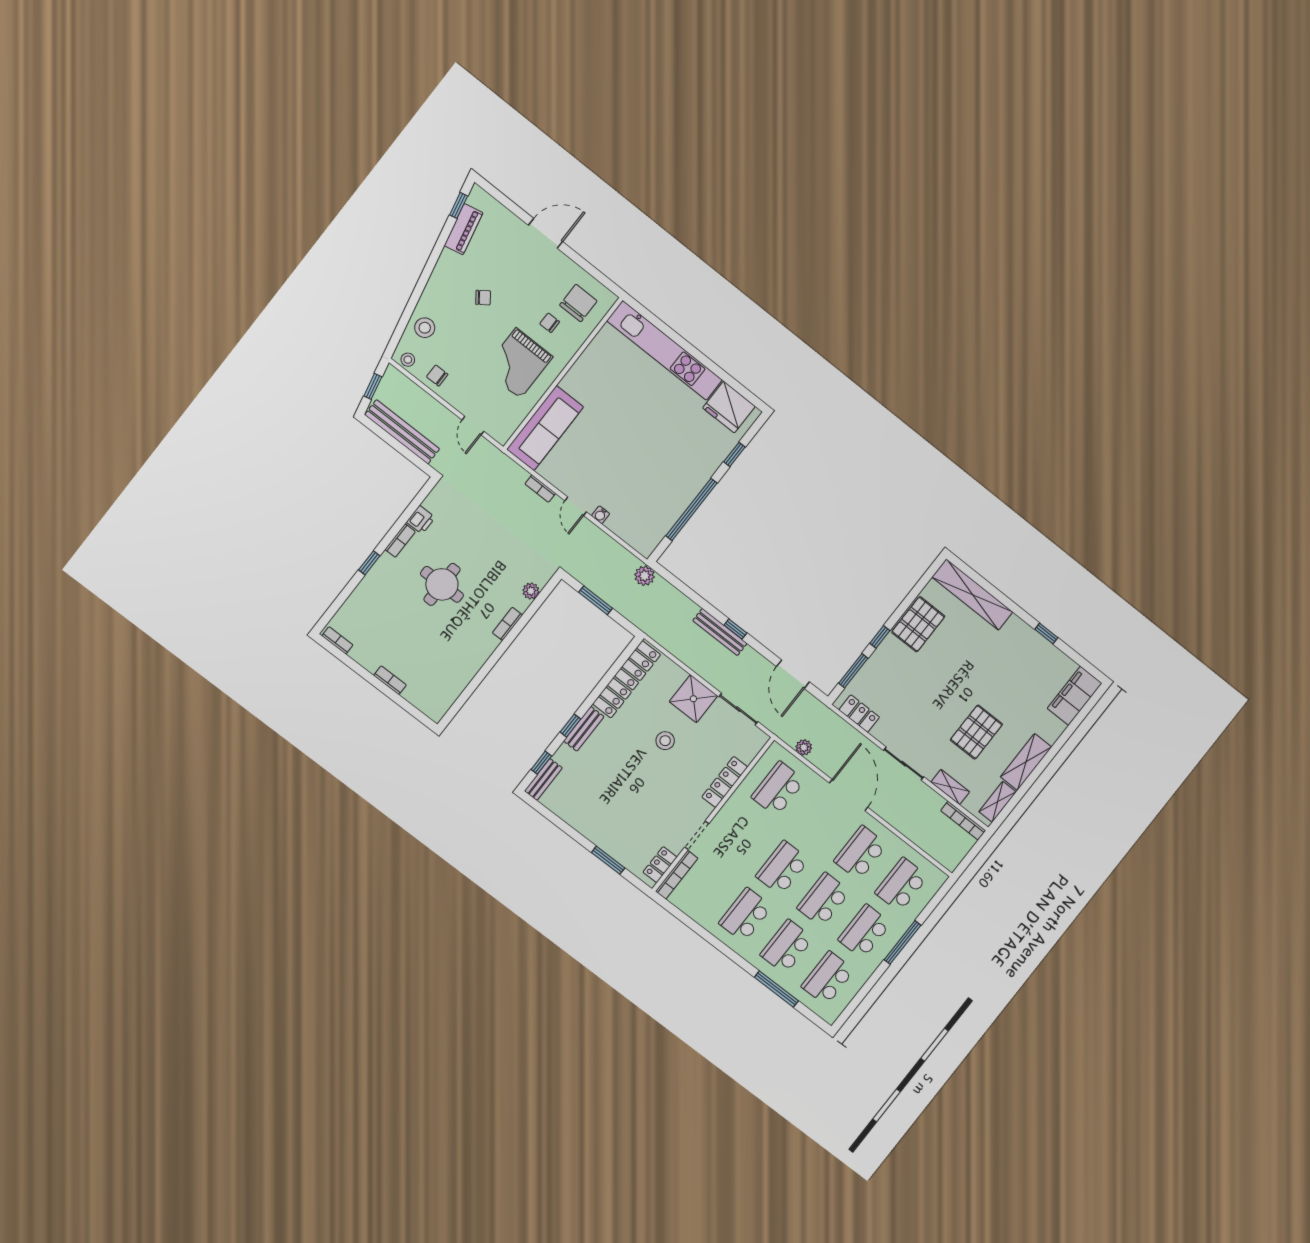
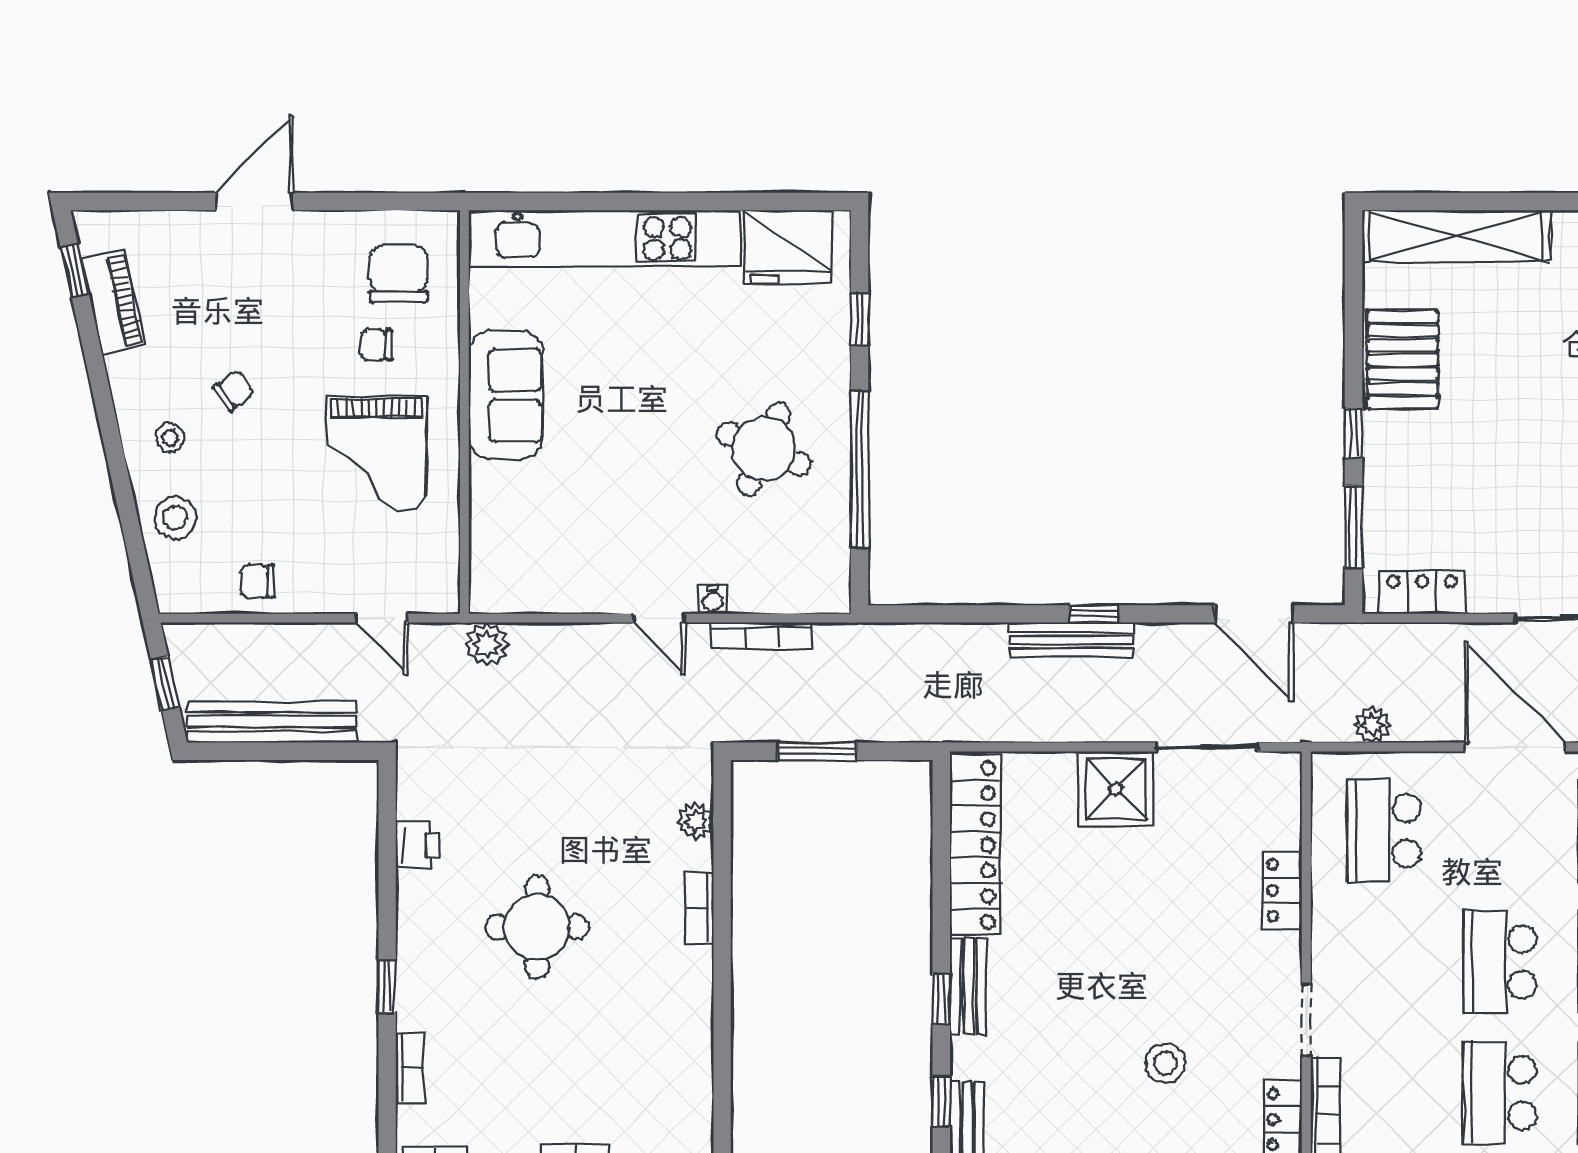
stool: (408, 360) -> (170, 438), moved
sofa: (545, 428) -> (506, 395), moved, width x0.73
round table: (662, 474) -> (764, 449), added
bookcase: (540, 489) -> (762, 635), moved, width x1.56
bookcase: (400, 541) -> (410, 1068), moved
plant: (645, 576) -> (487, 644), moved
stool: (665, 741) -> (1165, 1063), moved
locker: (725, 782) -> (1282, 890), width x0.66

